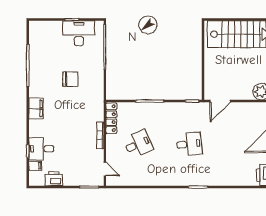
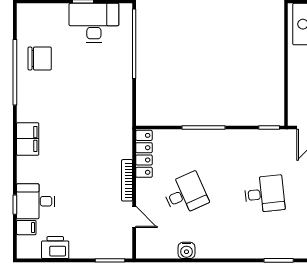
chair: (70, 79) -> (40, 58), moved
door: (105, 169) -> (134, 217), moved
water cooler: (139, 181) -> (187, 250), added

